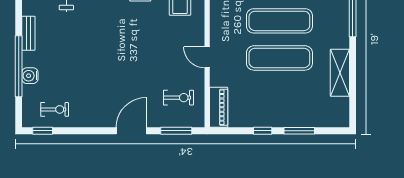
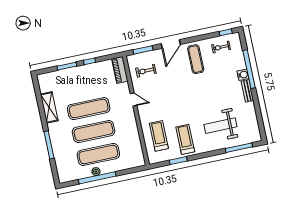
water cooler: (30, 76) -> (243, 75), moved
exercise mat: (98, 99) -> (196, 59), added

